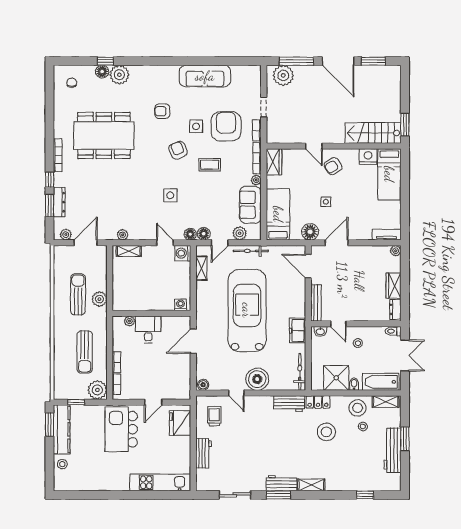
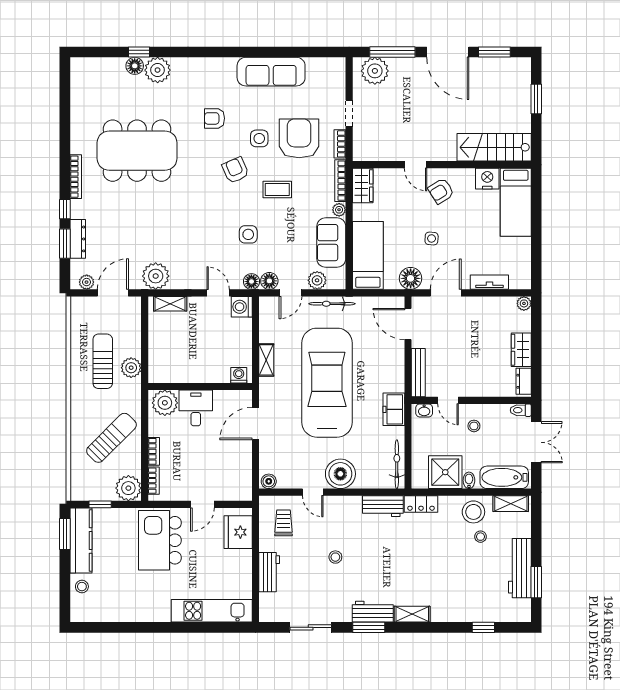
chair: (72, 83) -> (94, 81), removed
window: (405, 125) -> (536, 99), moved
side table: (170, 195) -> (248, 234), moved
plant: (123, 235) -> (156, 276), width x1.87, depth x1.87
tv unit: (387, 235) -> (489, 282), moved
shelving: (201, 268) -> (266, 360), moved
plant: (129, 321) -> (165, 403), width x1.87, depth x1.87
sun lounger: (85, 352) -> (111, 438), turned -135
stool: (326, 432) -> (335, 557), moved, width x0.53, depth x0.53
window: (405, 439) -> (536, 582), moved

